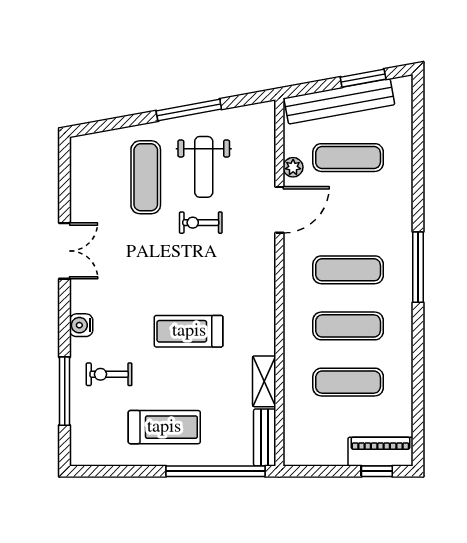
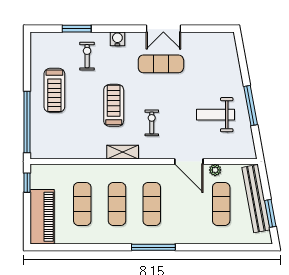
exercise mat: (146, 177) -> (161, 64), moved
exercise bike: (201, 223) -> (152, 123), moved
shelving: (264, 381) -> (123, 152), moved
window: (65, 391) -> (77, 29), width x0.69
bench: (265, 437) -> (48, 152), removed
piano: (380, 452) -> (42, 217), width x1.37, depth x1.33
window: (377, 471) -> (27, 183), moved

